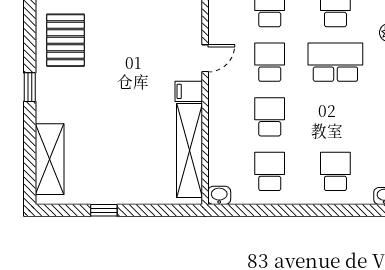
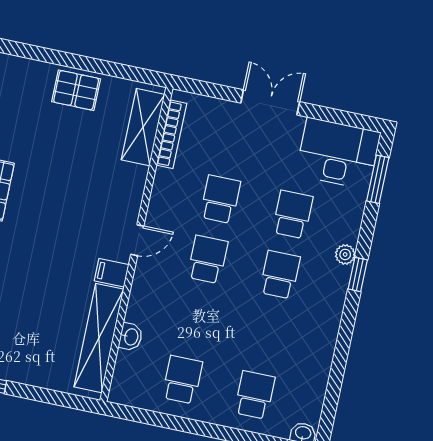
school desk: (335, 62) -> (280, 275), width x0.54
school desk: (270, 117) -> (195, 320), removed
washbasin: (219, 195) -> (131, 337), moved, turned 90

